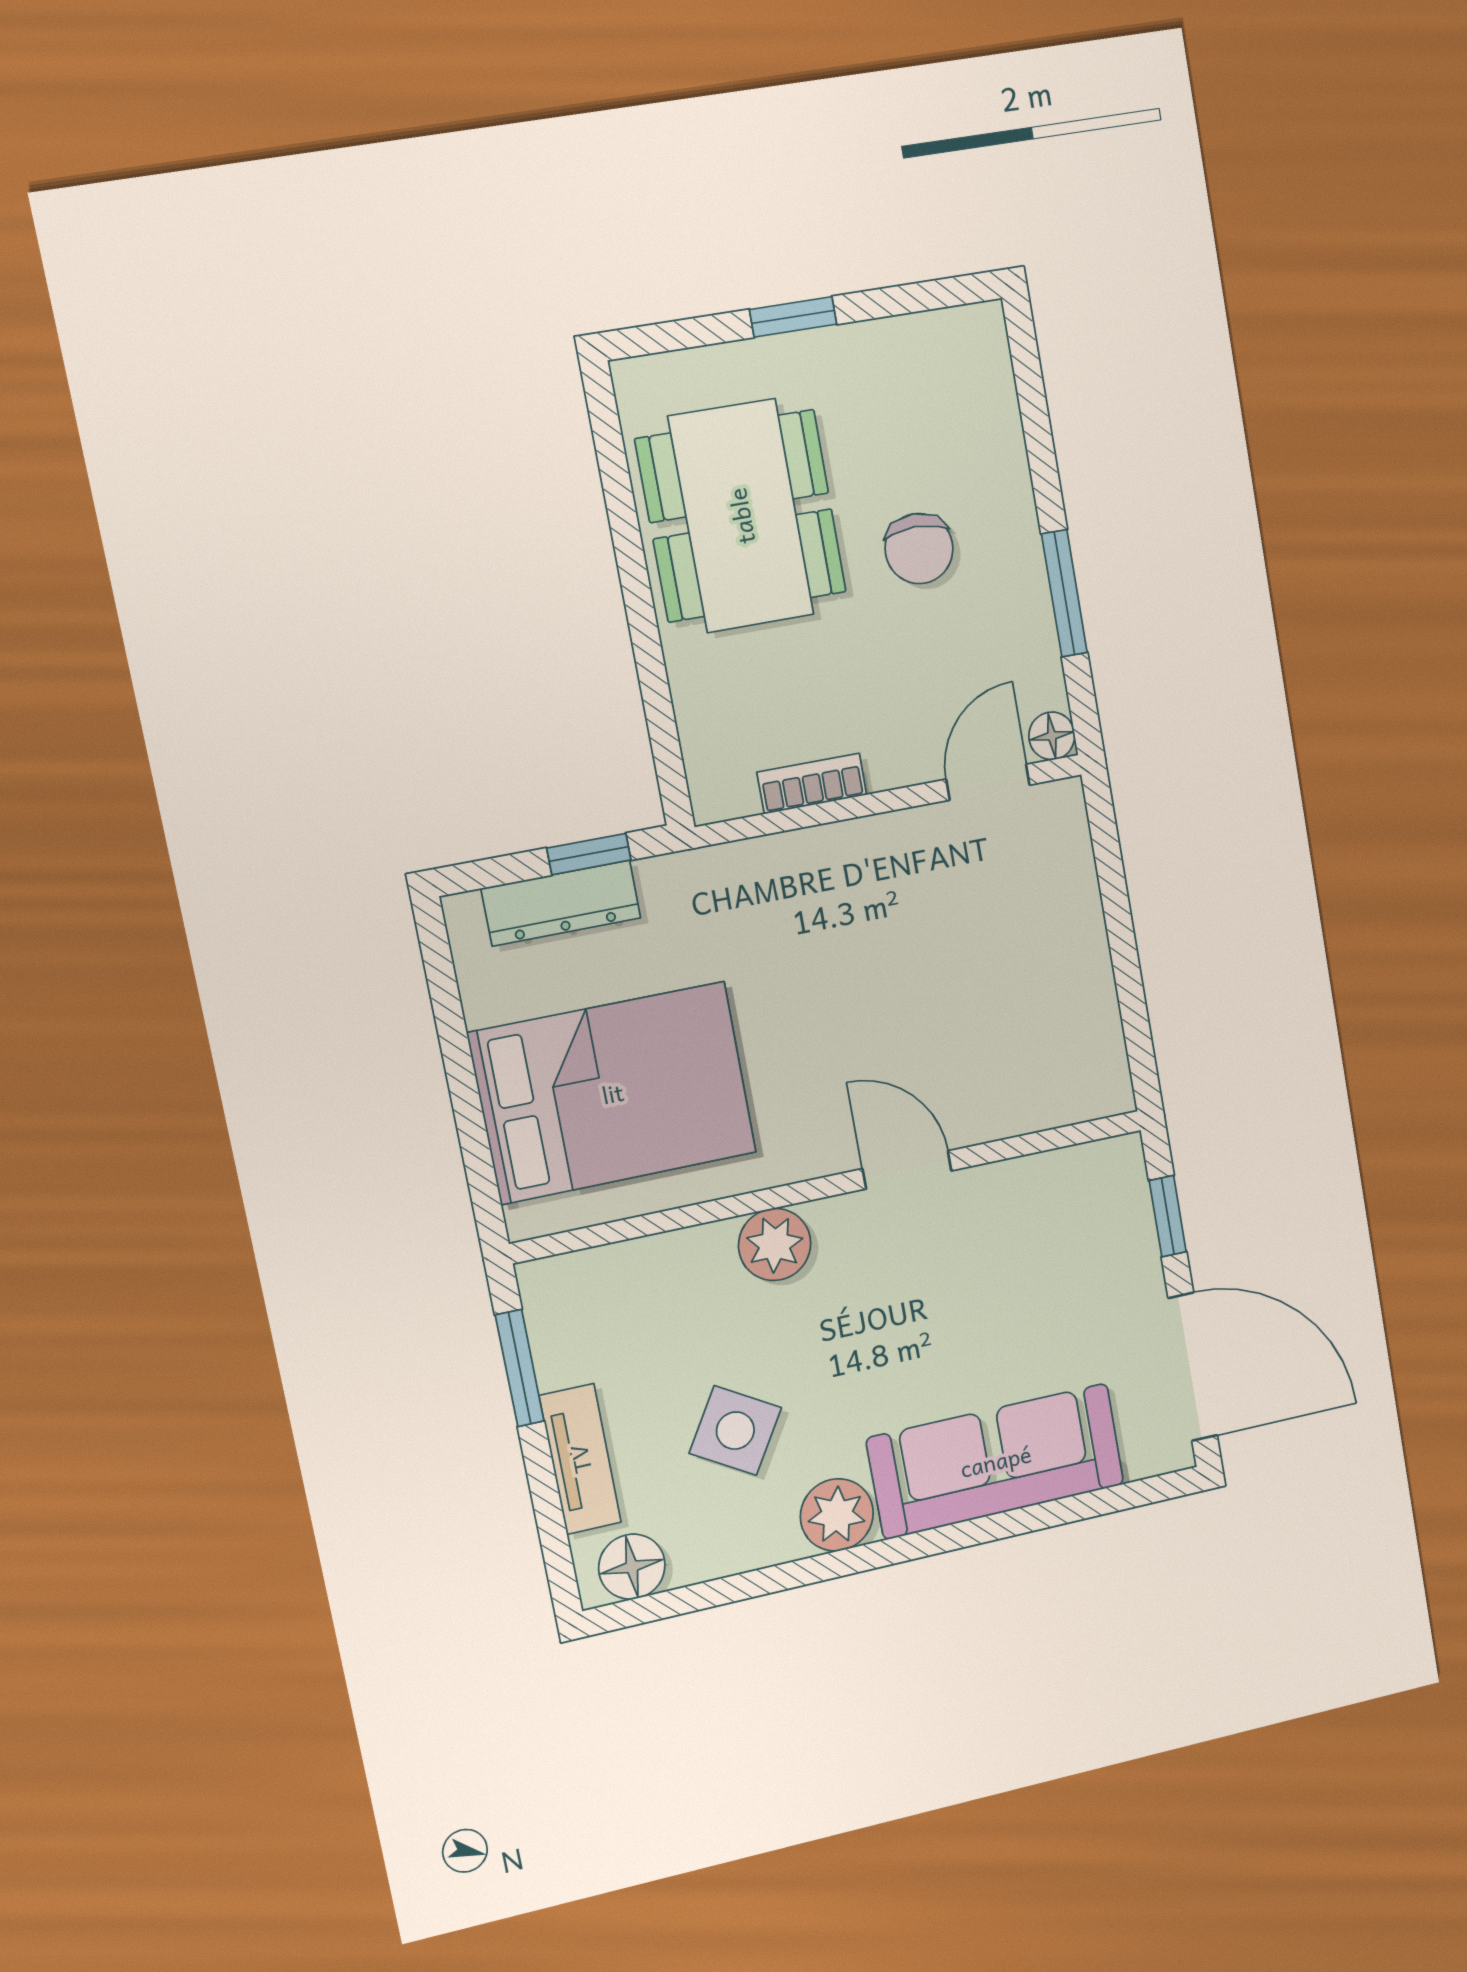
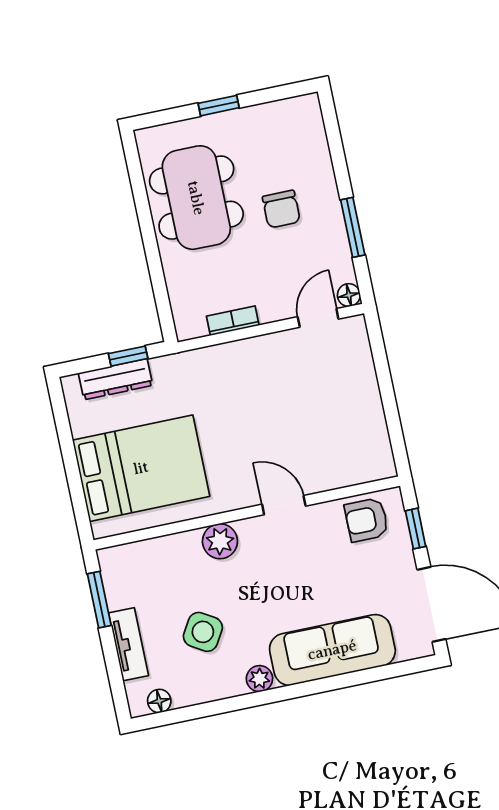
armchair: (1072, 1199) -> (366, 520), added
plant: (837, 1515) -> (259, 679), width x0.73, depth x0.73
floor lamp: (632, 1567) -> (159, 701), width x0.73, depth x0.73

